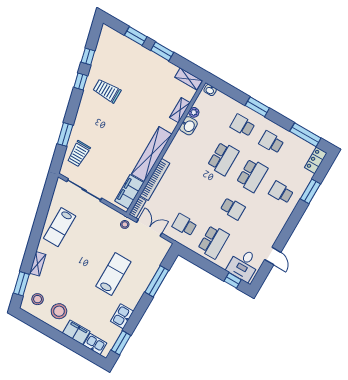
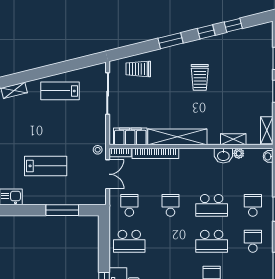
trolley: (107, 91) -> (200, 77), moved, turned 180
window: (65, 134) -> (170, 41), moved
school desk: (233, 209) -> (170, 205), moved, turned 180

